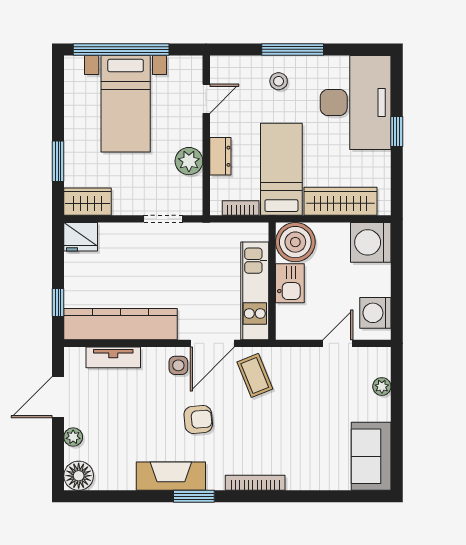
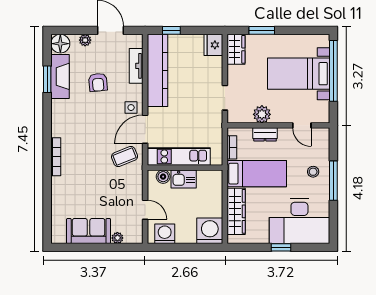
boiler: (295, 242) -> (163, 177), moved, width x0.54, depth x0.54
door: (212, 343) -> (145, 129), hinge flipped
armchair: (198, 419) -> (98, 82), moved
sofa: (371, 456) -> (89, 231), moved
fireplace: (171, 476) -> (60, 76), moved
window: (194, 496) -> (47, 79), moved

